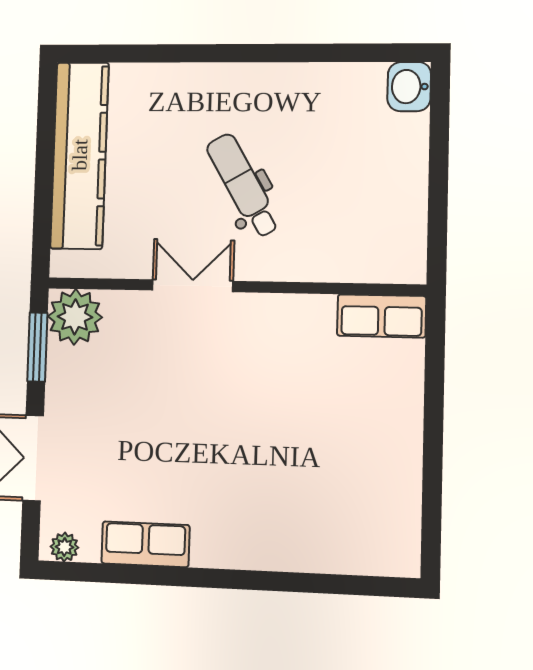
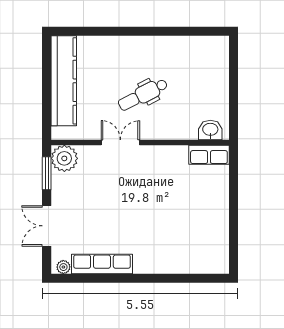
washbasin: (409, 87) -> (210, 130), moved, turned 90
dental chair: (243, 186) -> (143, 95), turned -87
row of seats: (145, 544) -> (102, 264), width x1.48

